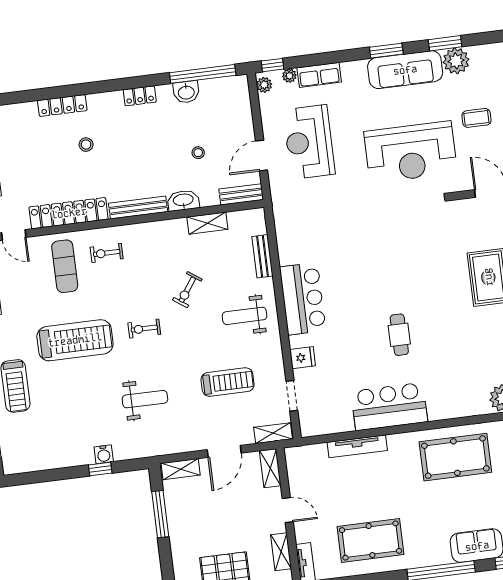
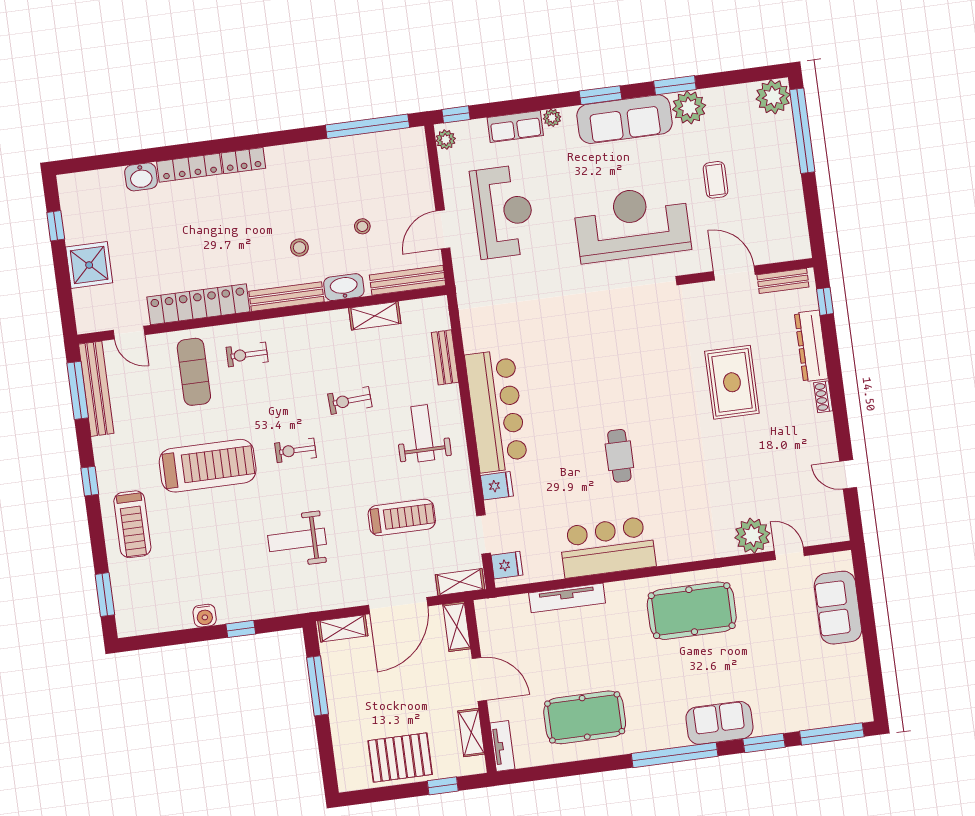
plant: (289, 76) -> (552, 118), moved
washbasin: (186, 92) -> (141, 177), moved
locker: (140, 96) -> (243, 161), moved
coffee table: (476, 118) -> (715, 180), turned 90
reception desk: (309, 142) -> (503, 212), turned 180
stool: (86, 145) -> (299, 248), moved
reception desk: (411, 152) -> (632, 224), turned 180
bench: (241, 194) -> (407, 280), width x1.36
exercise bike: (187, 290) -> (350, 400), turned 52
bar counter: (303, 299) -> (496, 411), width x1.36
weight bench: (245, 316) -> (423, 433), turned 90
weight bench: (145, 399) -> (297, 540), turned 180
fridge: (310, 420) -> (507, 565), added
door: (224, 451) -> (398, 606), width x1.36
water cooler: (104, 454) -> (205, 616), moved
door: (288, 510) -> (479, 679), width x1.38

